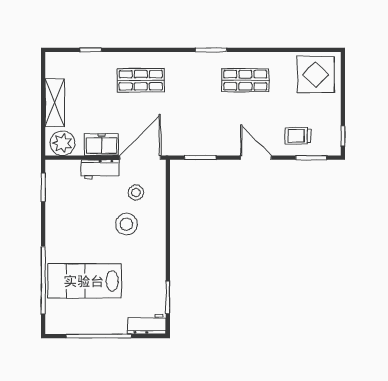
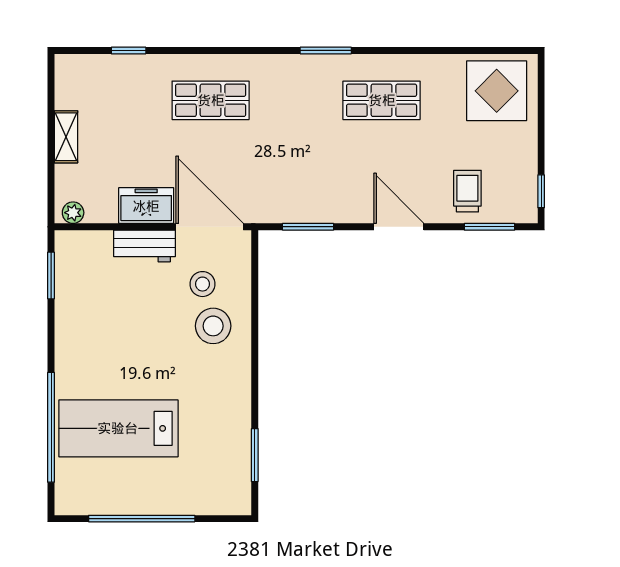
shelving: (55, 103) -> (66, 137), width x0.67, depth x0.75
trolley: (298, 136) -> (467, 191), turned 90
plant: (62, 143) -> (73, 213), width x0.53, depth x0.53
door: (140, 158) -> (210, 227), hinge flipped
stool: (126, 224) -> (213, 326), moved
workbench: (147, 324) -> (220, 499), removed

